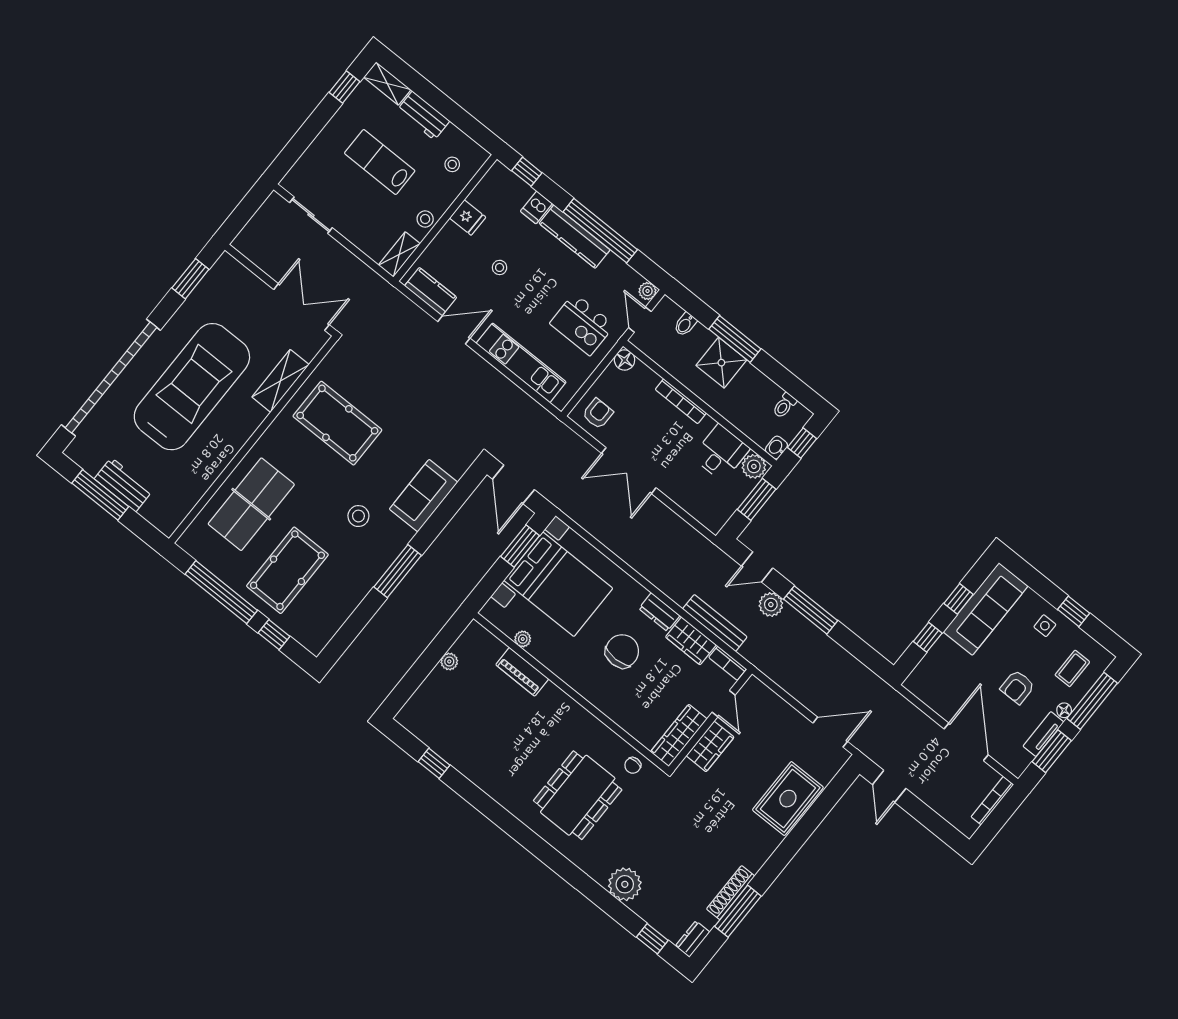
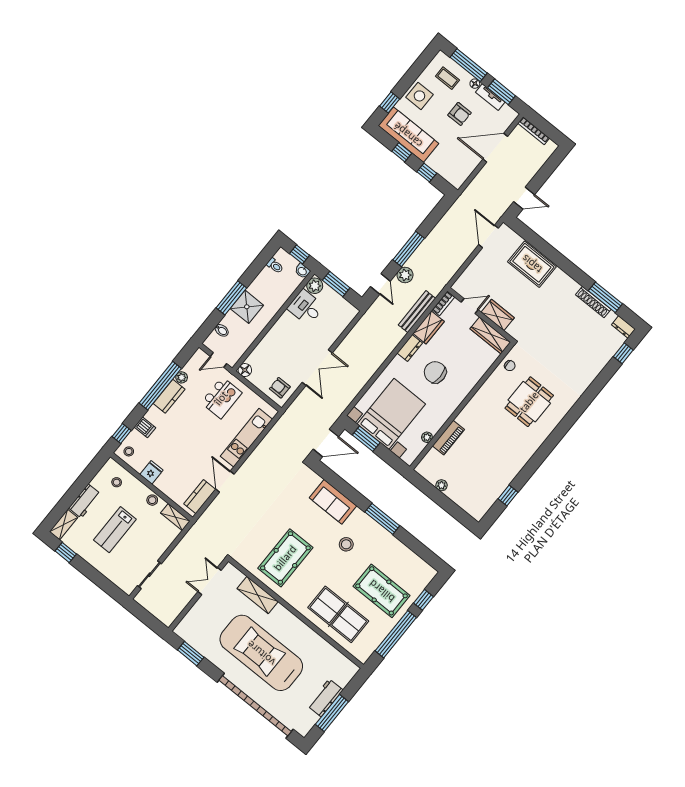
kitchen counter: (575, 237) -> (169, 396), width x0.67
stool: (500, 267) -> (129, 451), moved
plant: (648, 291) -> (182, 377), moved
double door: (302, 307) -> (210, 581), width x0.73
bookcase: (681, 401) -> (272, 333), removed
window: (1074, 611) -> (390, 102), moved
side table: (1045, 626) -> (419, 96), width x1.87, depth x1.87
dining table: (578, 795) -> (529, 402), width x0.73
plant: (625, 884) -> (588, 371), removed

